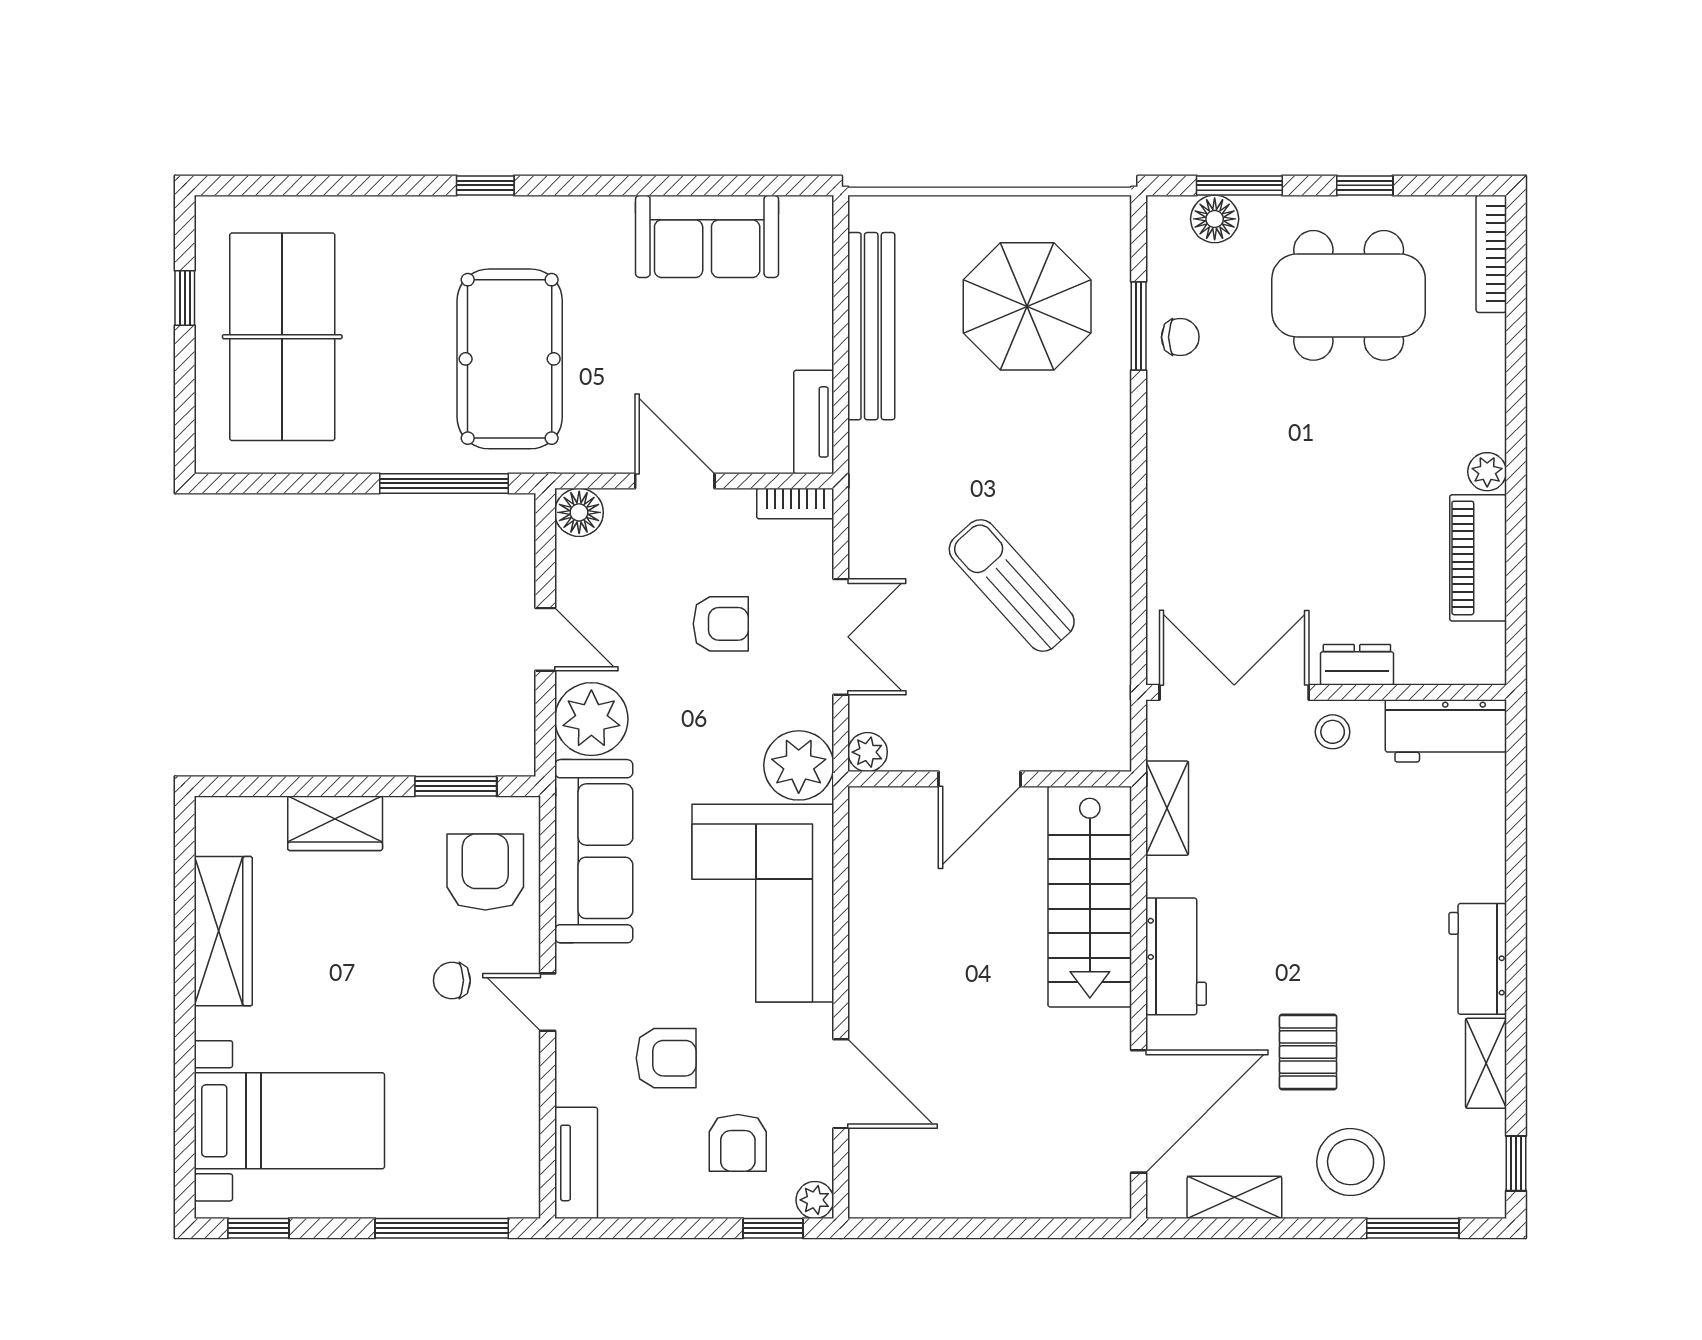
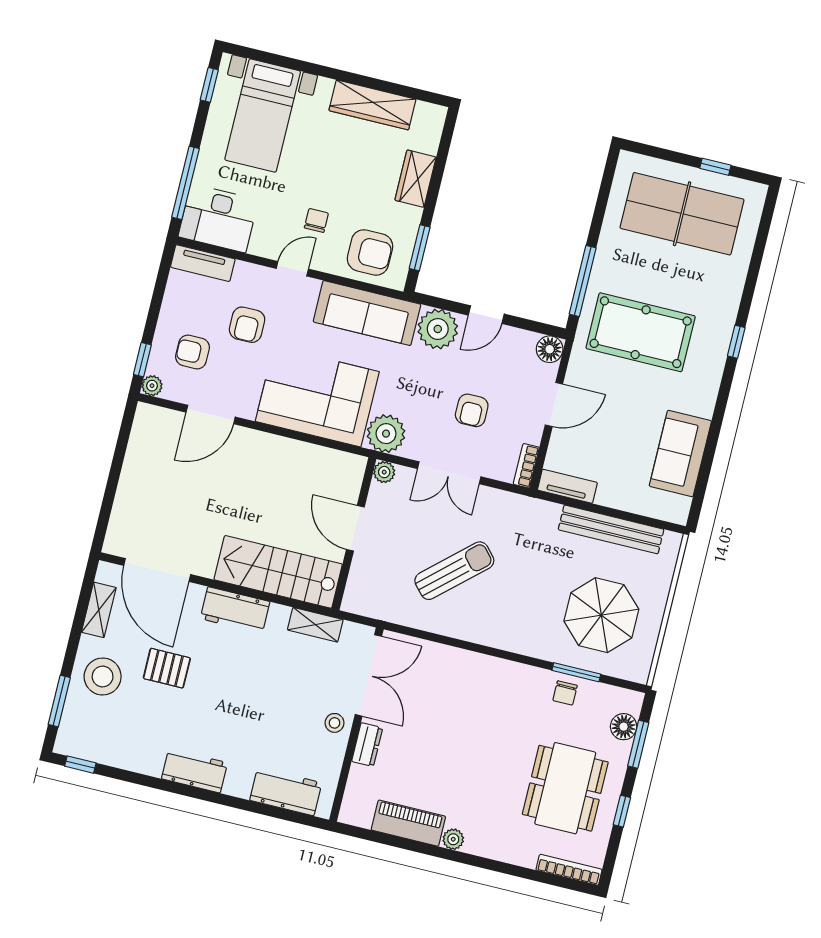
workbench: (1446, 731) -> (286, 792), moved, turned 90
shelving: (1486, 1063) -> (138, 762), removed
desk: (490, 1155) -> (218, 218), added

